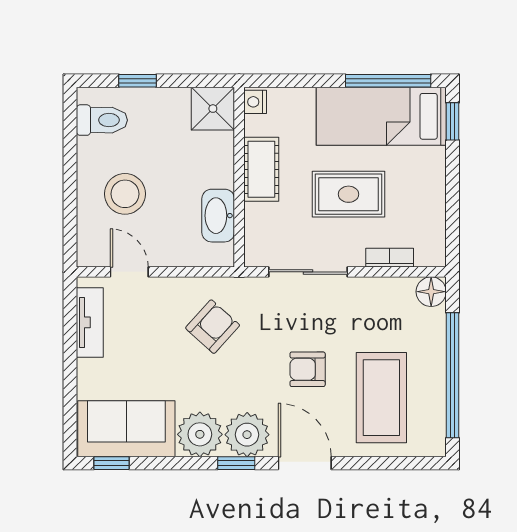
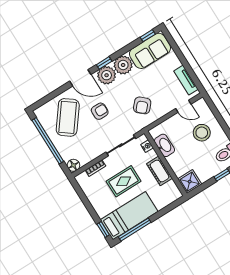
nightstand: (255, 102) -> (147, 146), moved
coffee table: (381, 398) -> (68, 117), turned 37

